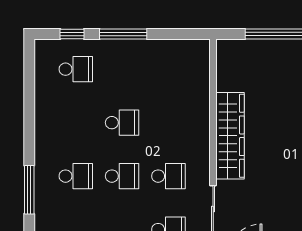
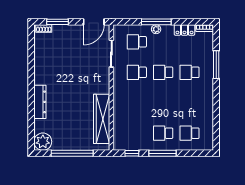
window: (72, 34) -> (132, 153), moved
school desk: (122, 123) -> (163, 133), moved
wardrobe: (230, 136) -> (102, 119), moved

